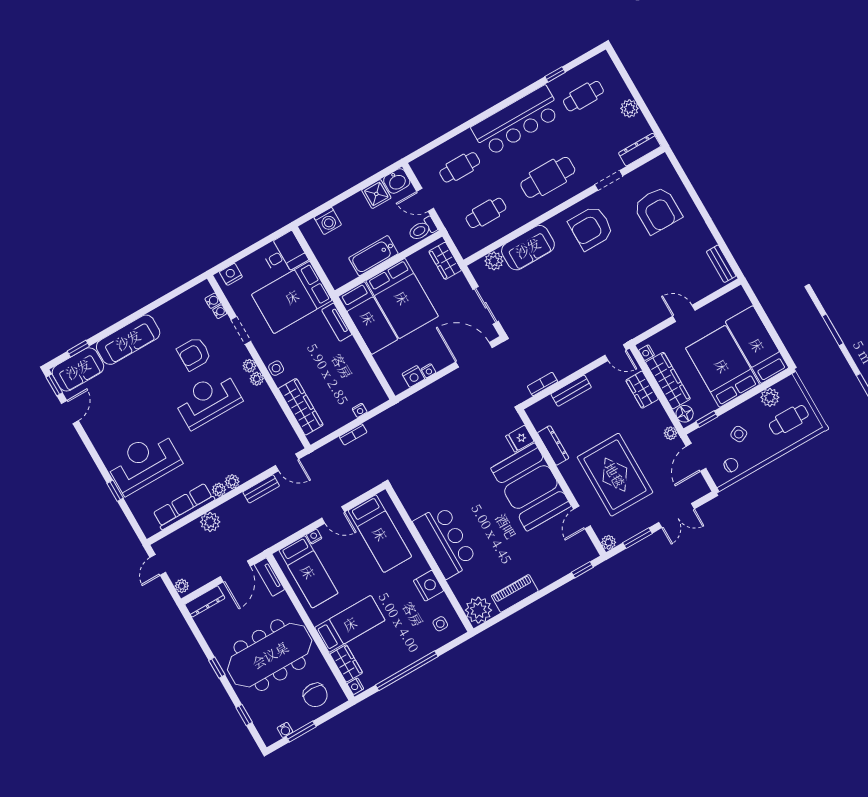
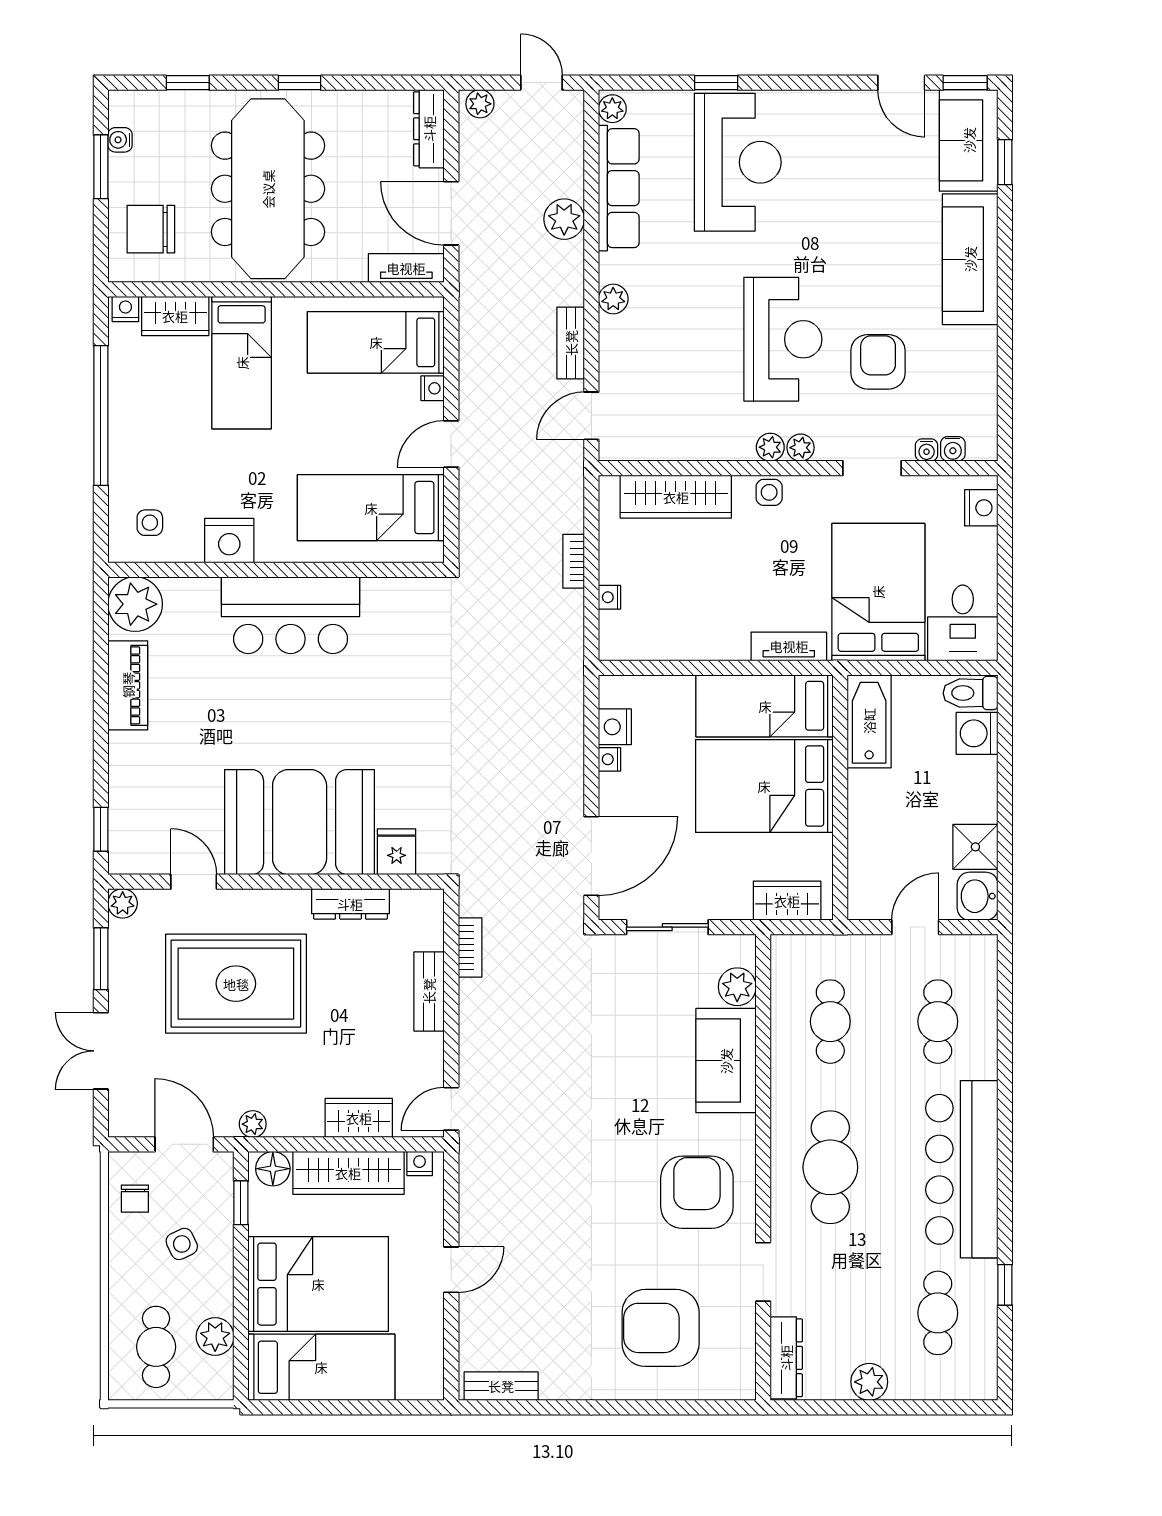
toilet: (422, 229) -> (970, 693), moved, turned -90
bathtub: (373, 256) -> (869, 721), moved
plant: (219, 490) -> (612, 109), moved

